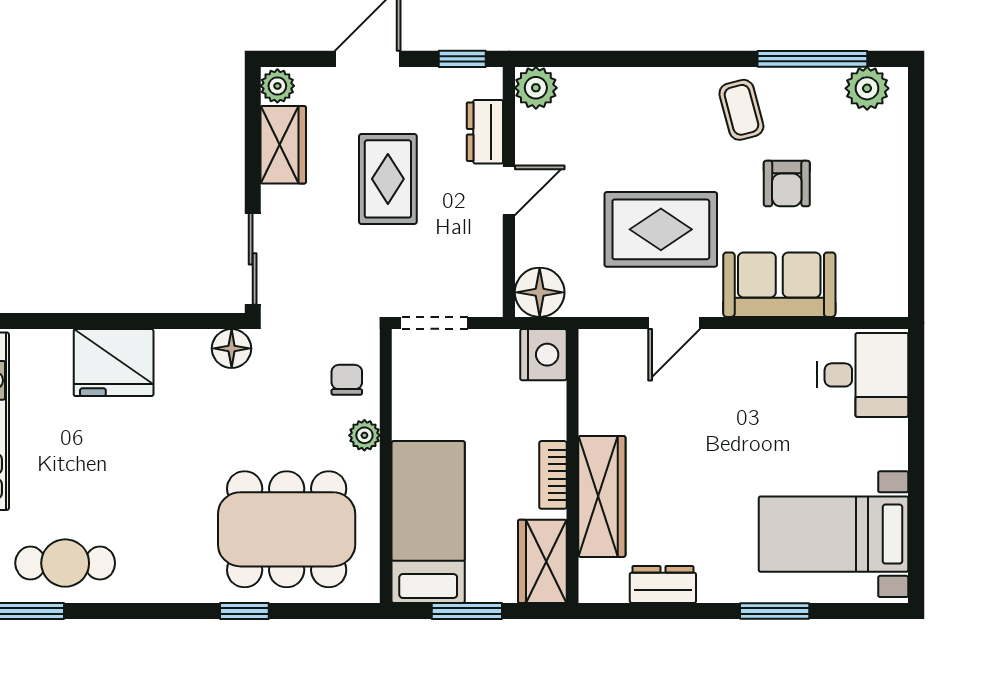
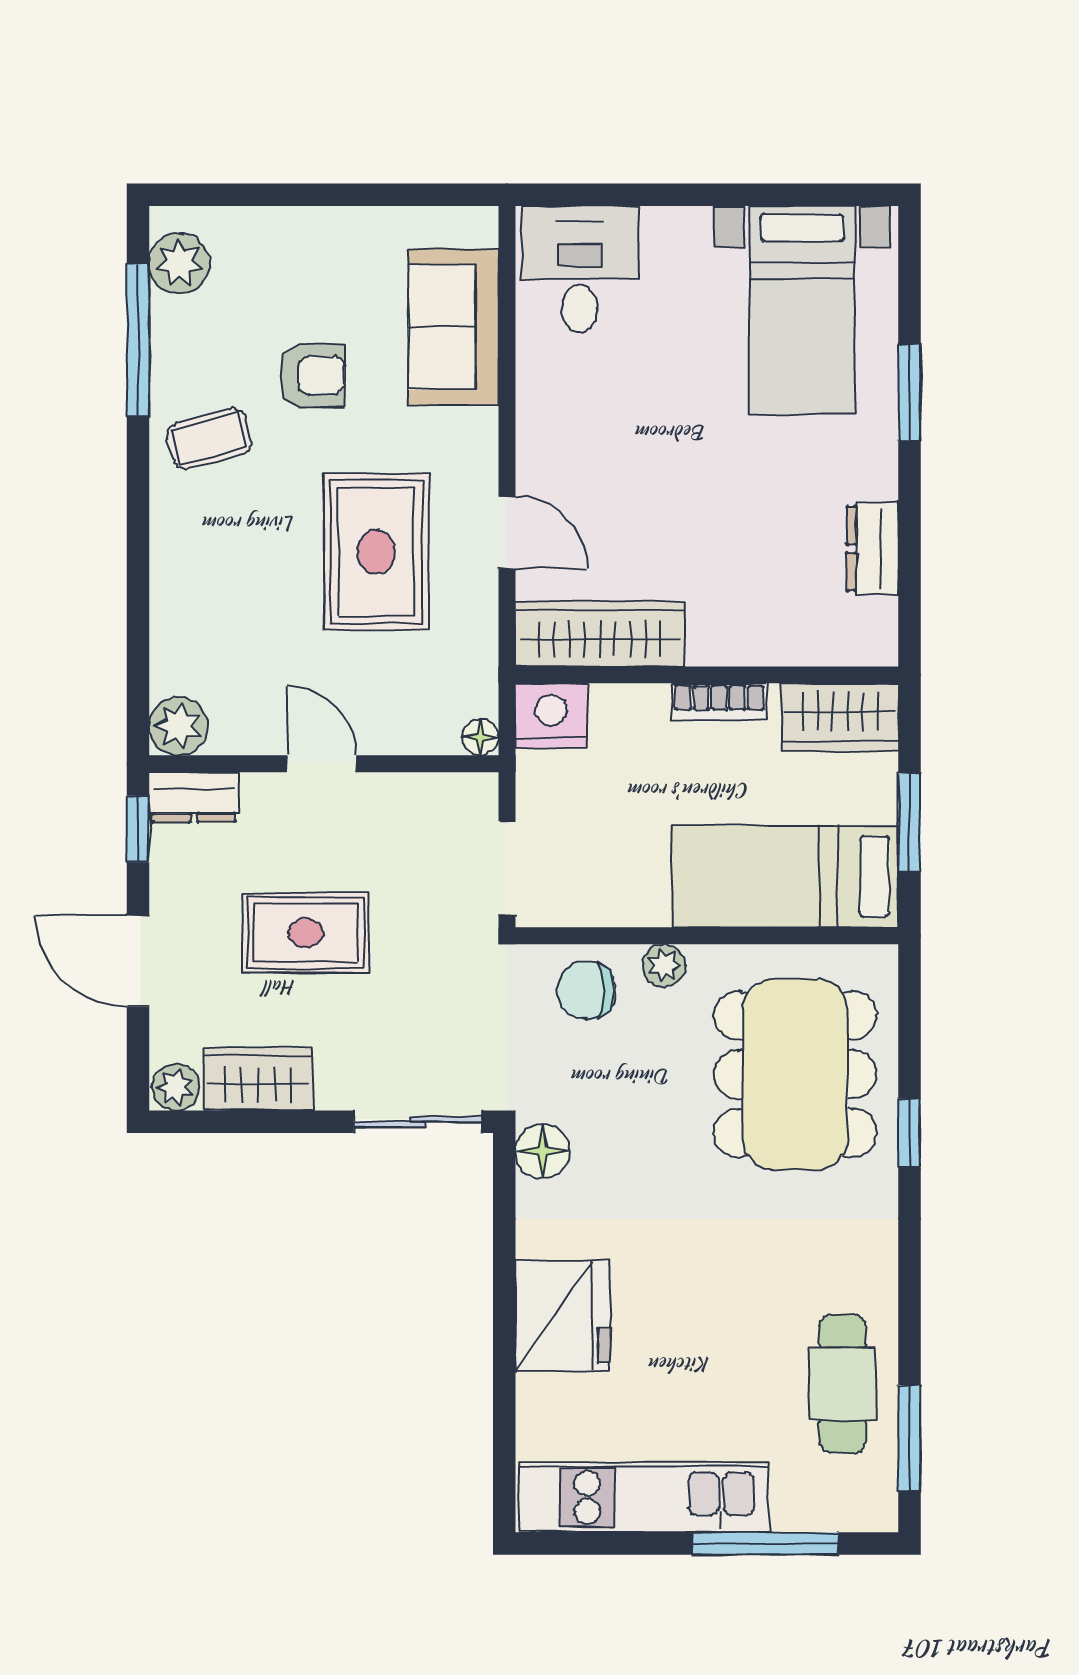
dresser: (485, 132) -> (194, 797), moved
sofa: (779, 285) -> (454, 327), moved
floor lamp: (540, 292) -> (480, 737), width x0.53, depth x0.53
chair: (347, 380) -> (586, 990), width x1.37, depth x1.37
wardrobe: (602, 496) -> (600, 634), moved

